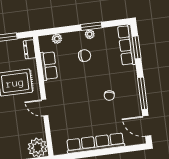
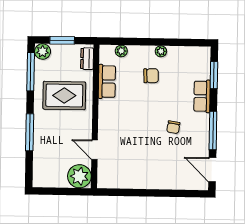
window: (91, 26) -> (164, 42), removed
row of seats: (127, 45) -> (202, 96), moved, width x0.68
door: (45, 108) -> (95, 150), moved
row of seats: (95, 143) -> (148, 181), removed

